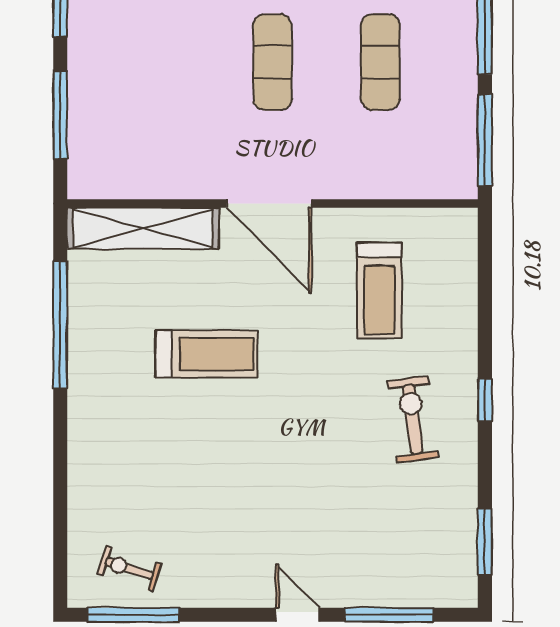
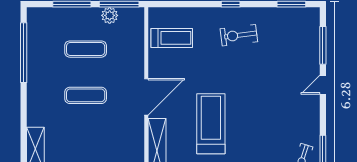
plant: (459, 118) -> (110, 15), added
treadmill: (379, 290) -> (172, 38), moved
treadmill: (206, 354) -> (211, 124), width x1.37, depth x1.38

